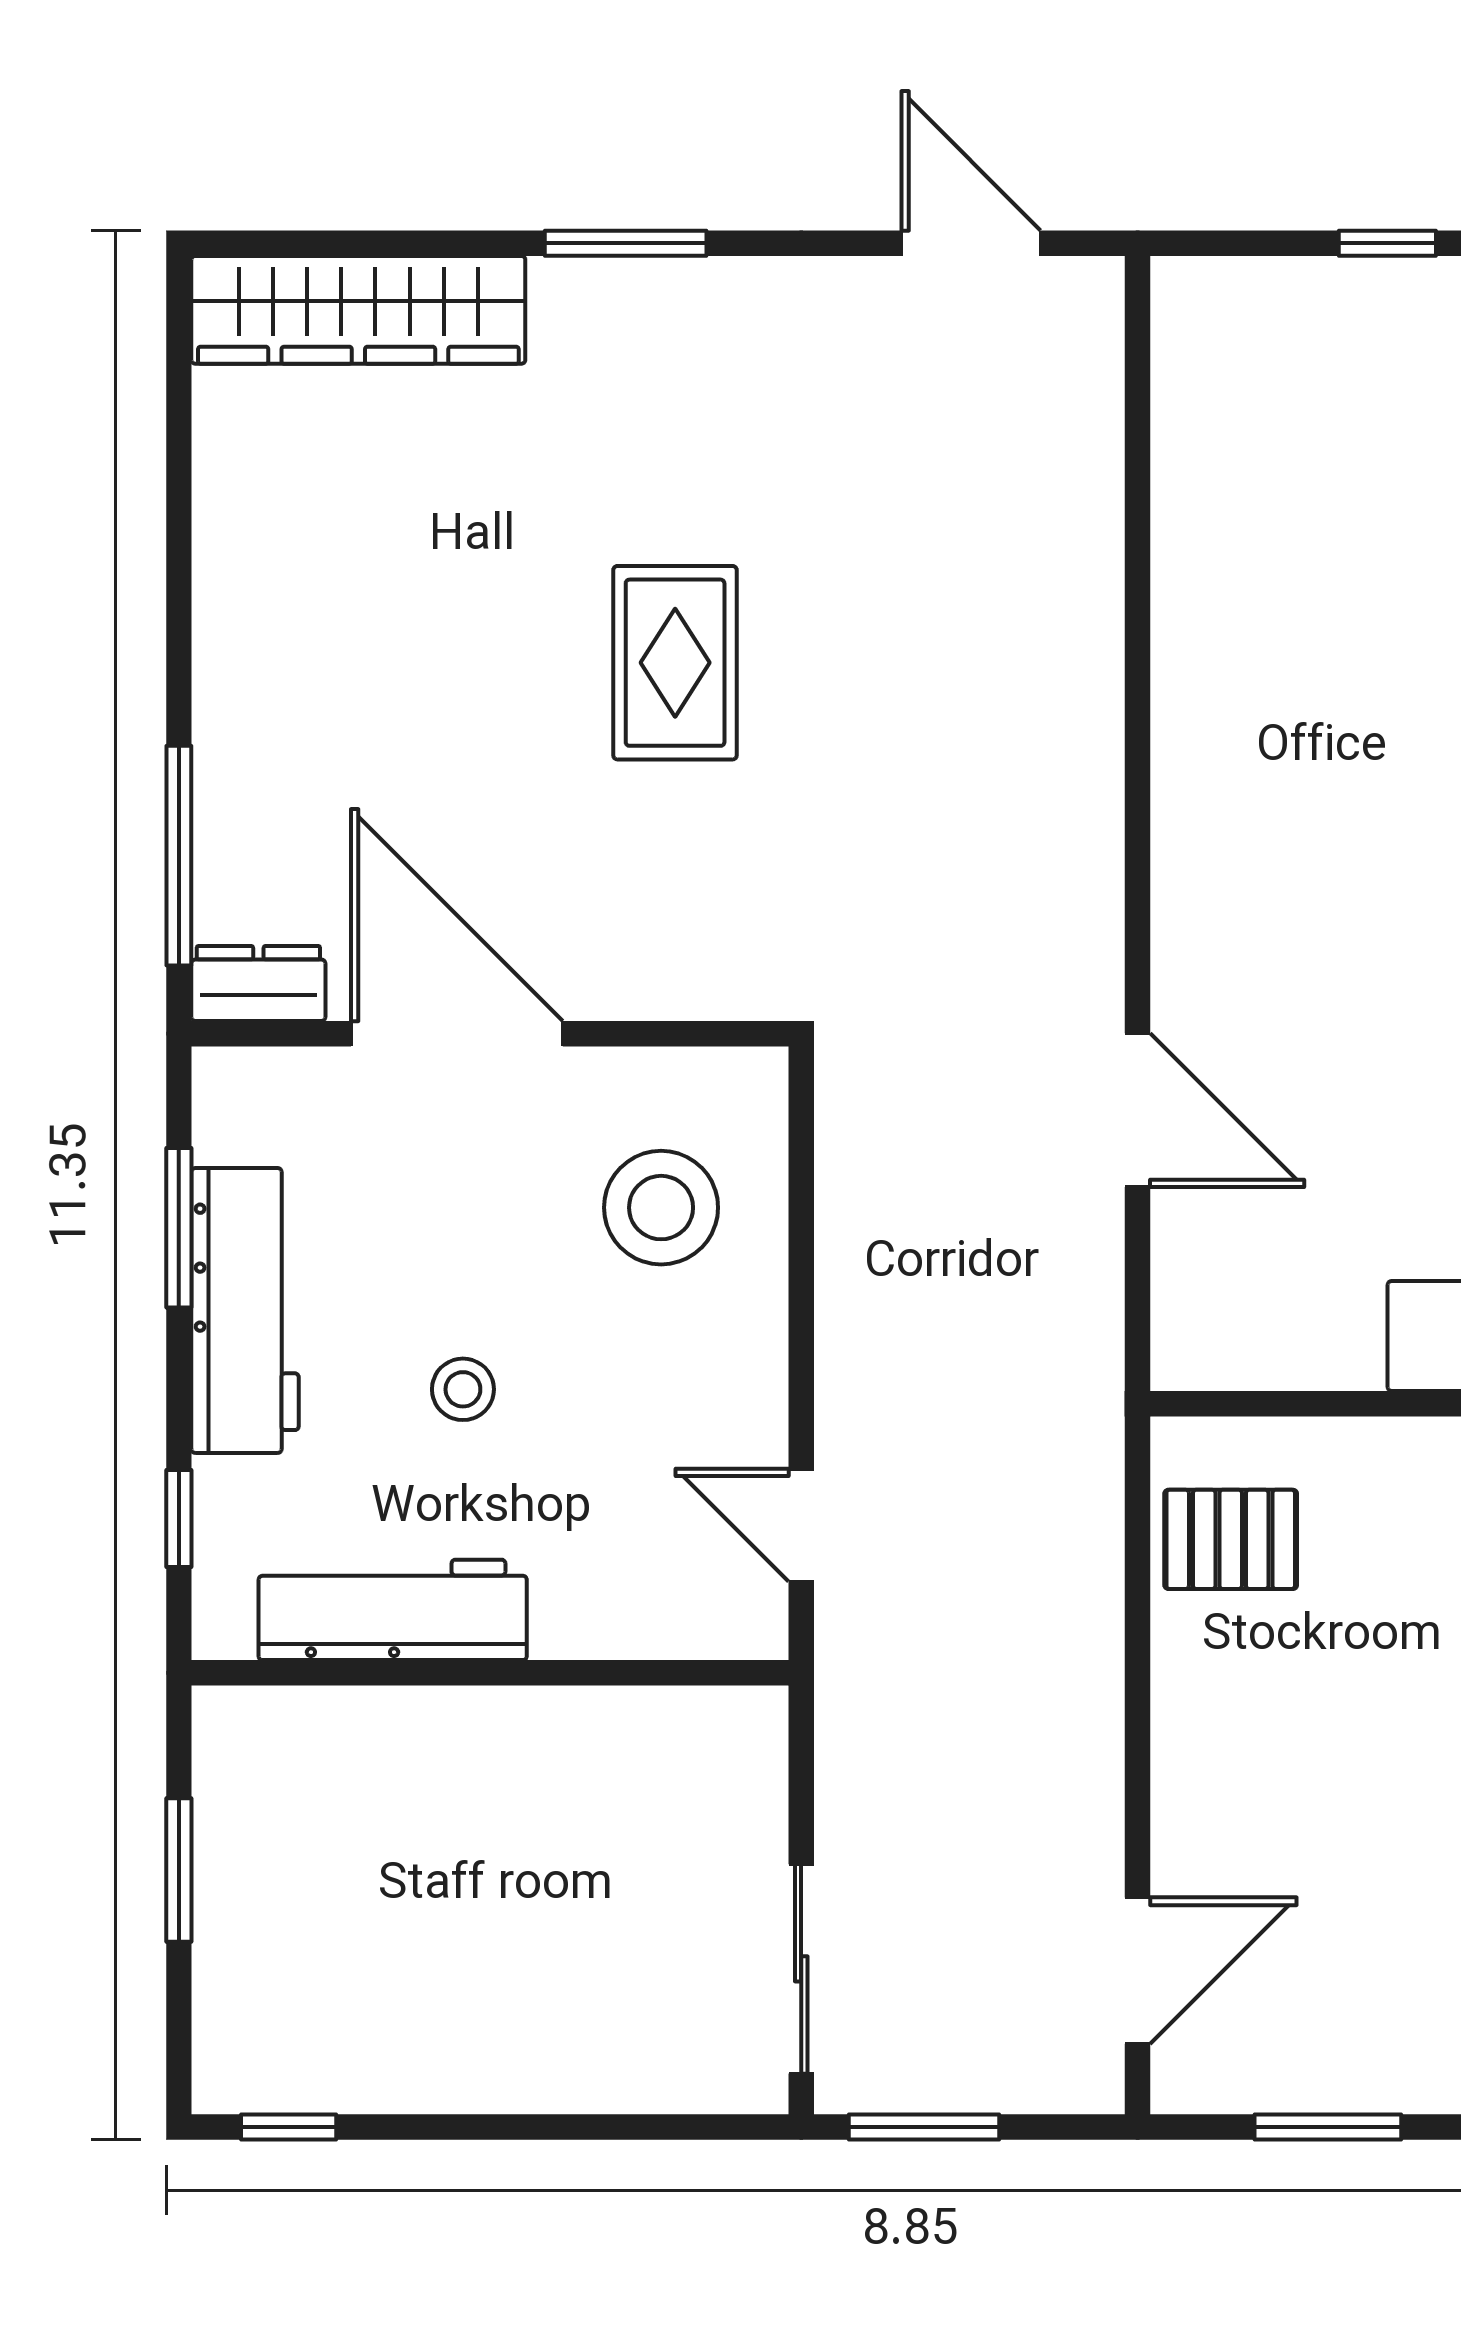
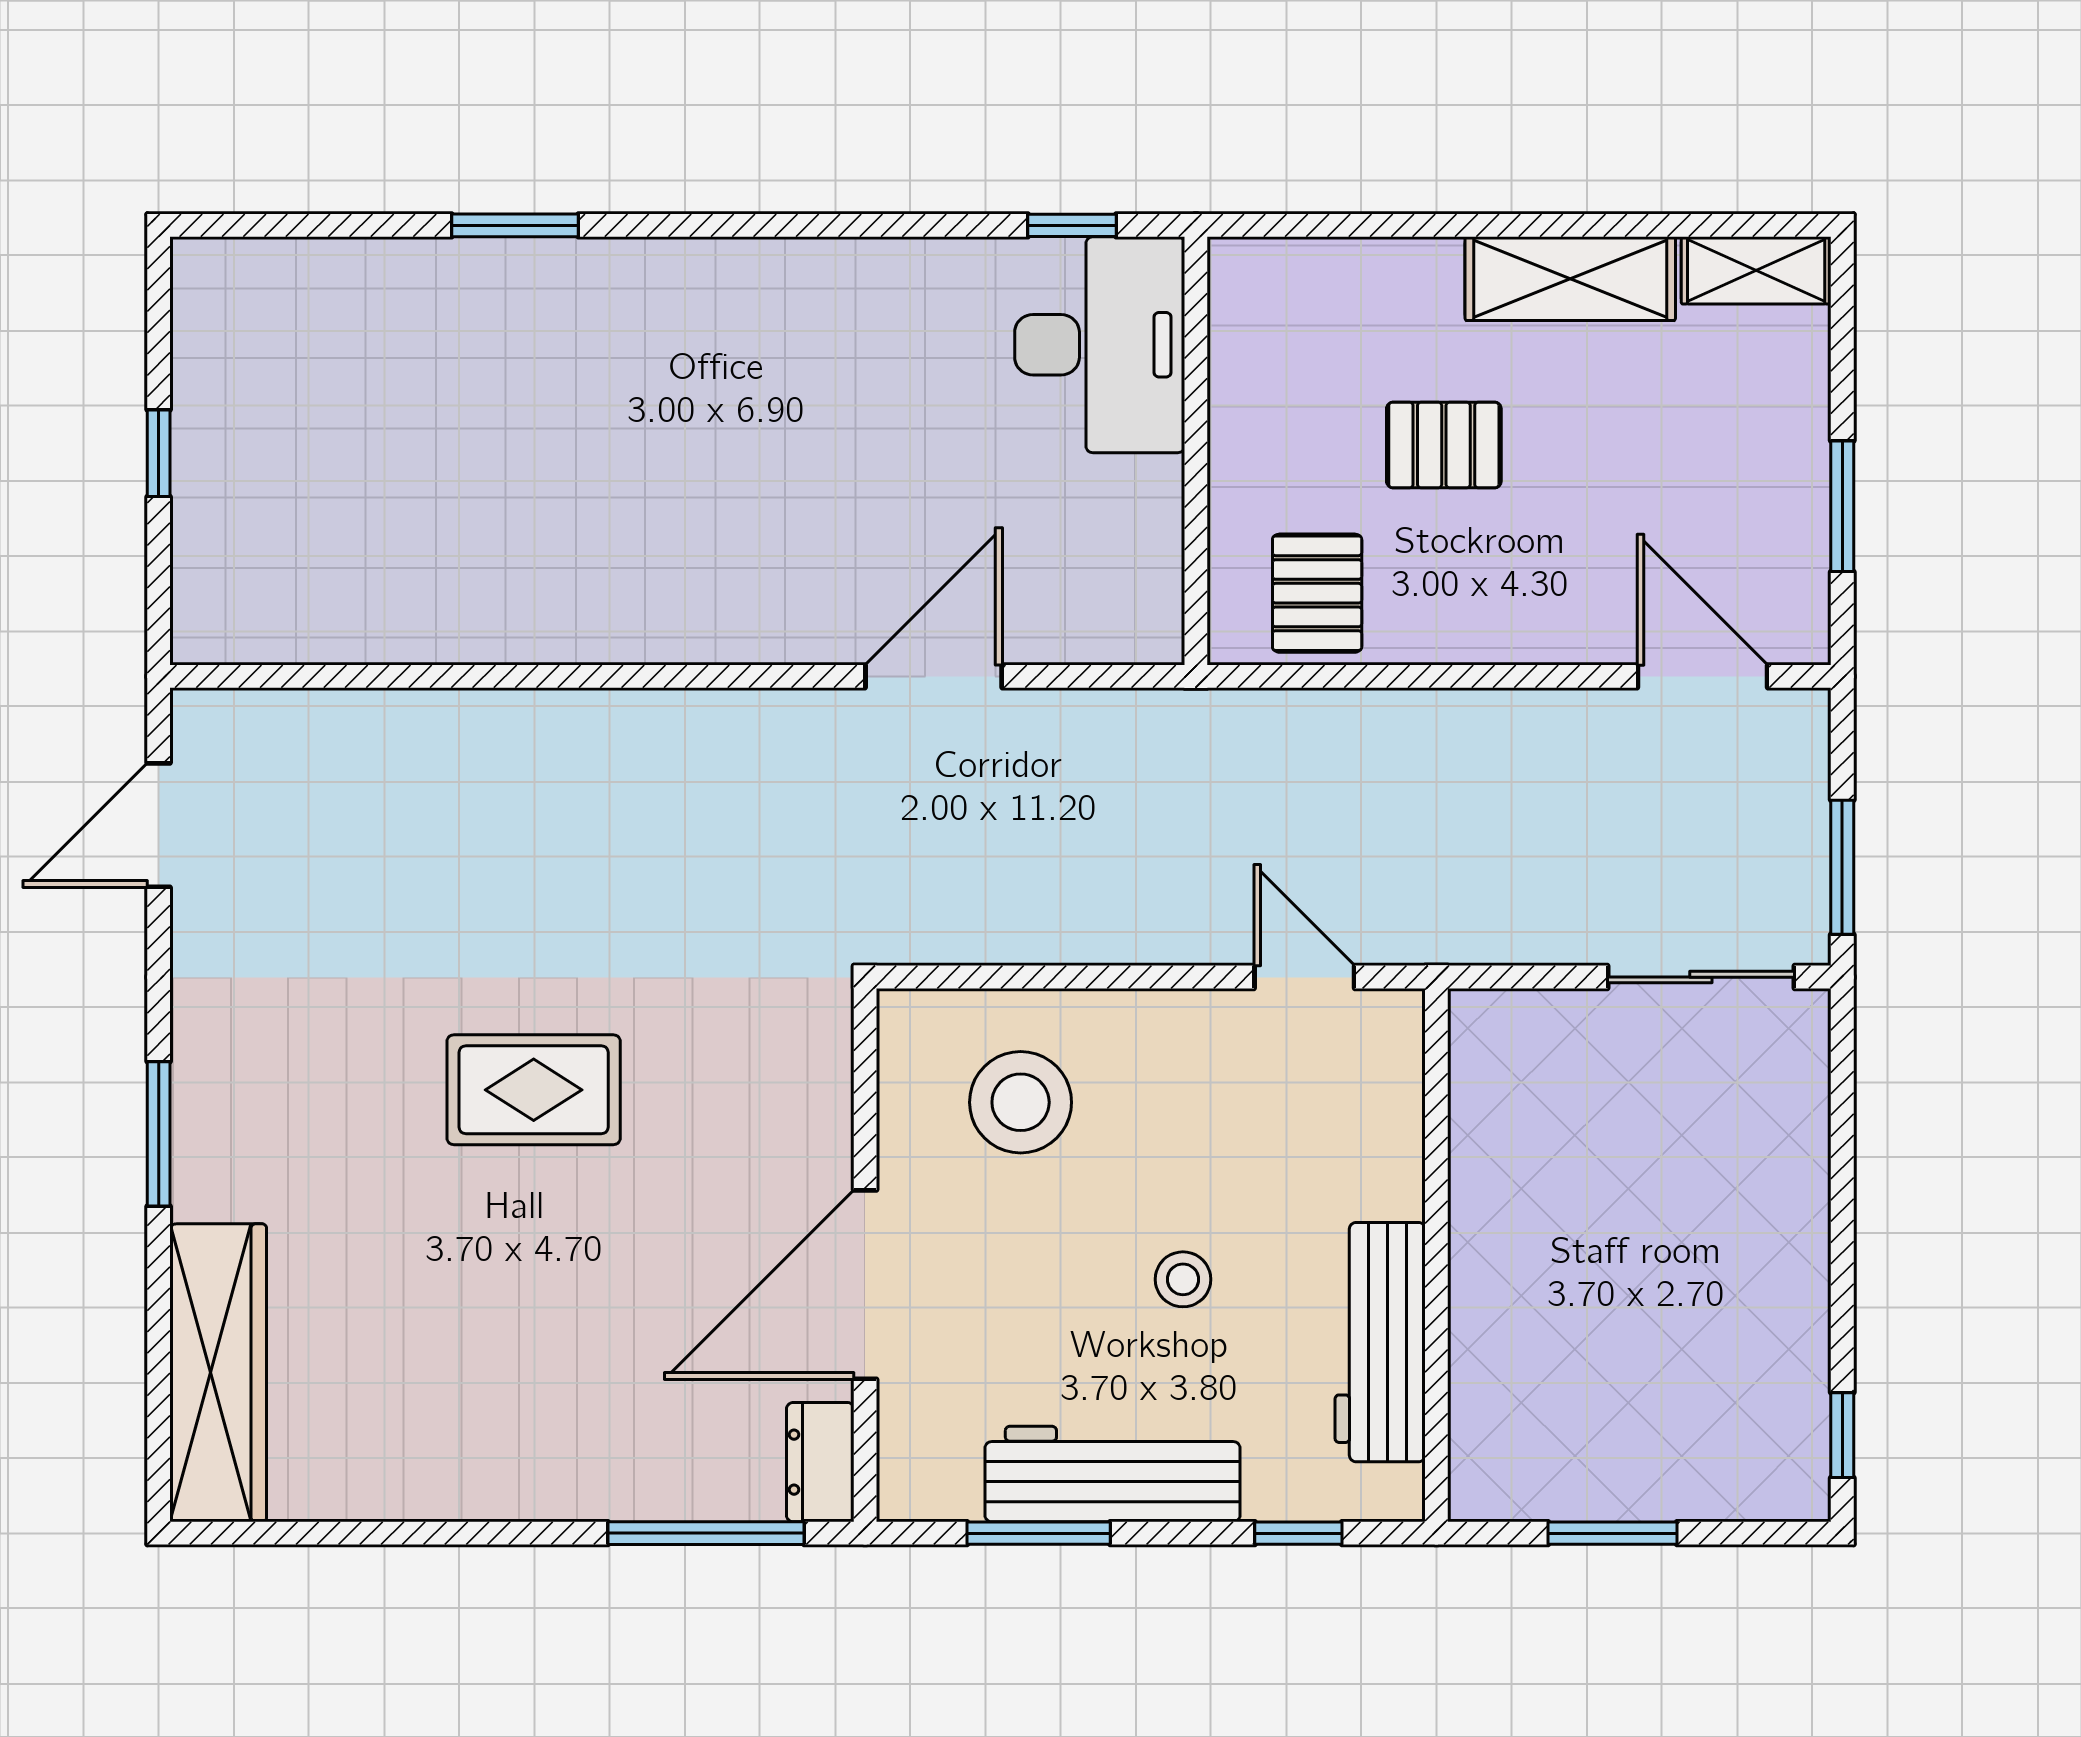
door: (801, 1525) -> (1304, 977), swing flipped
pallet: (1397, 1681) -> (1444, 445), added

